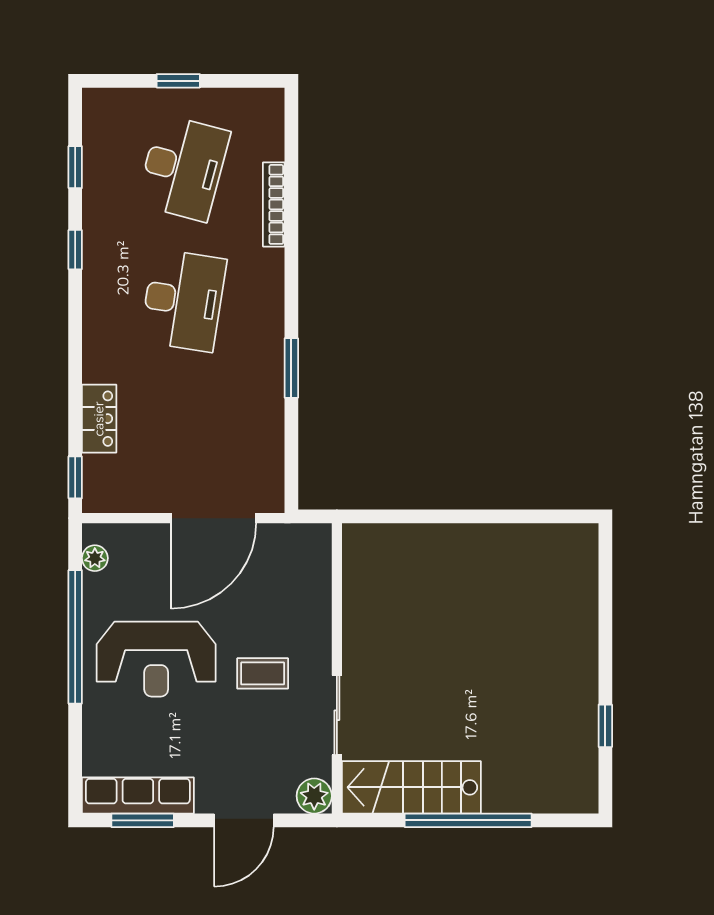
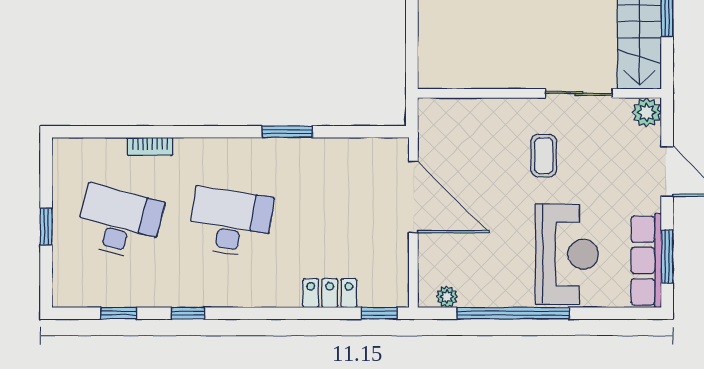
bookcase: (274, 204) -> (150, 146), width x0.64
reception desk: (156, 659) -> (567, 254), moved

